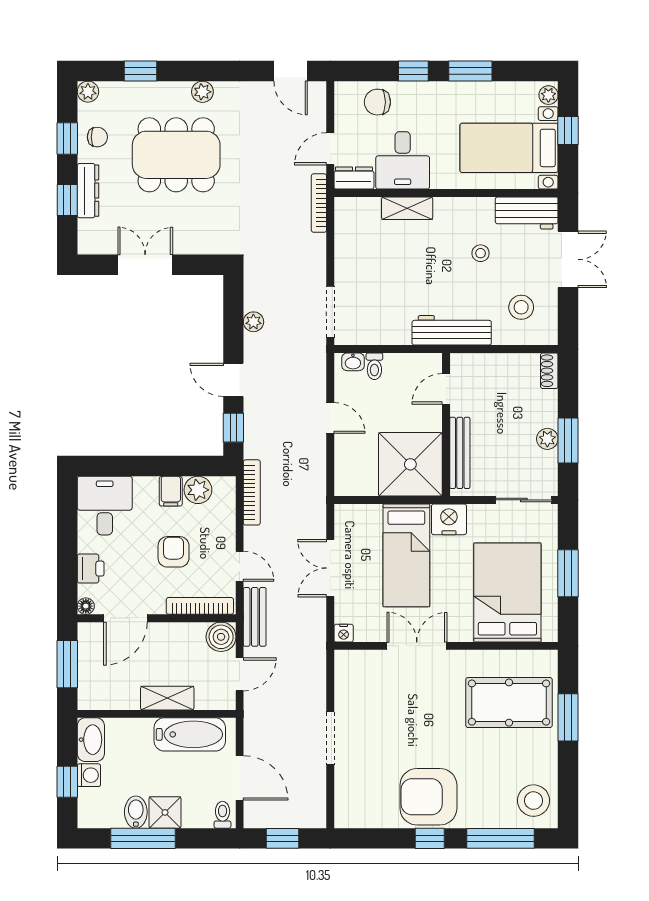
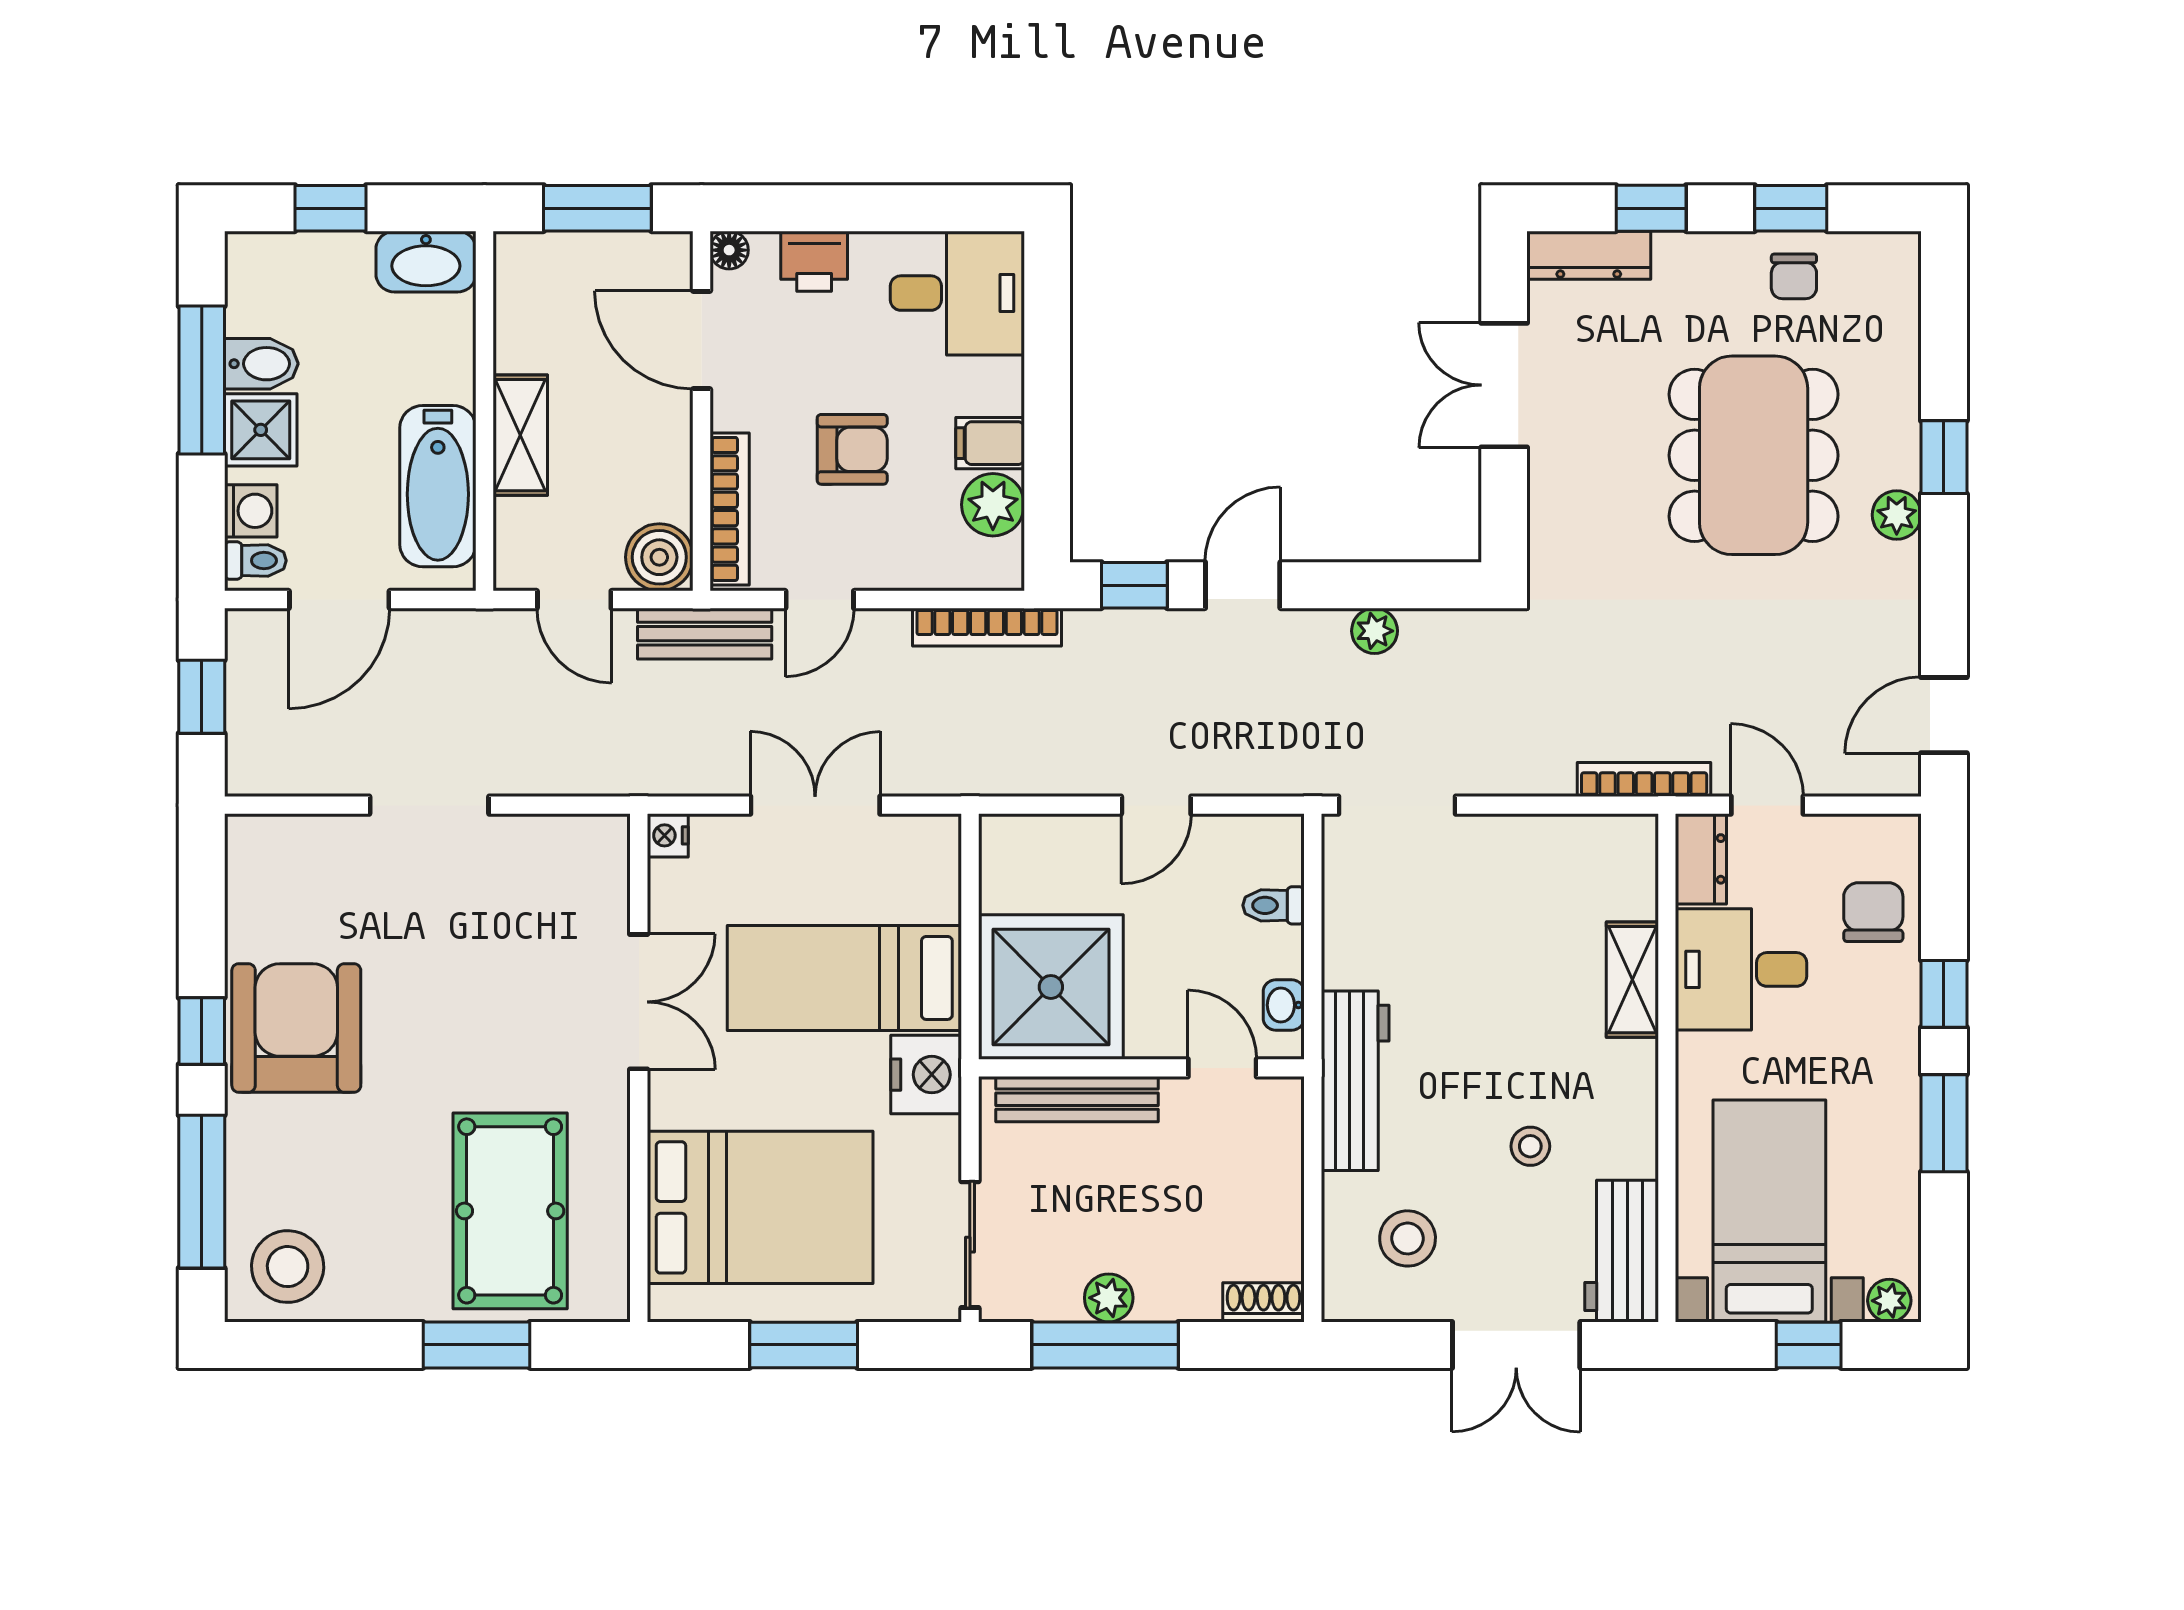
window: (141, 71) -> (1944, 457), moved
plant: (88, 92) -> (1897, 255), removed
dresser: (88, 191) -> (1589, 255), moved
double door: (145, 265) -> (1504, 385), swing flipped
washbasin: (353, 362) -> (1284, 1005), moved
window: (568, 440) -> (1105, 1345), width x1.44
washing machine: (89, 775) -> (251, 511), moved, turned -90

